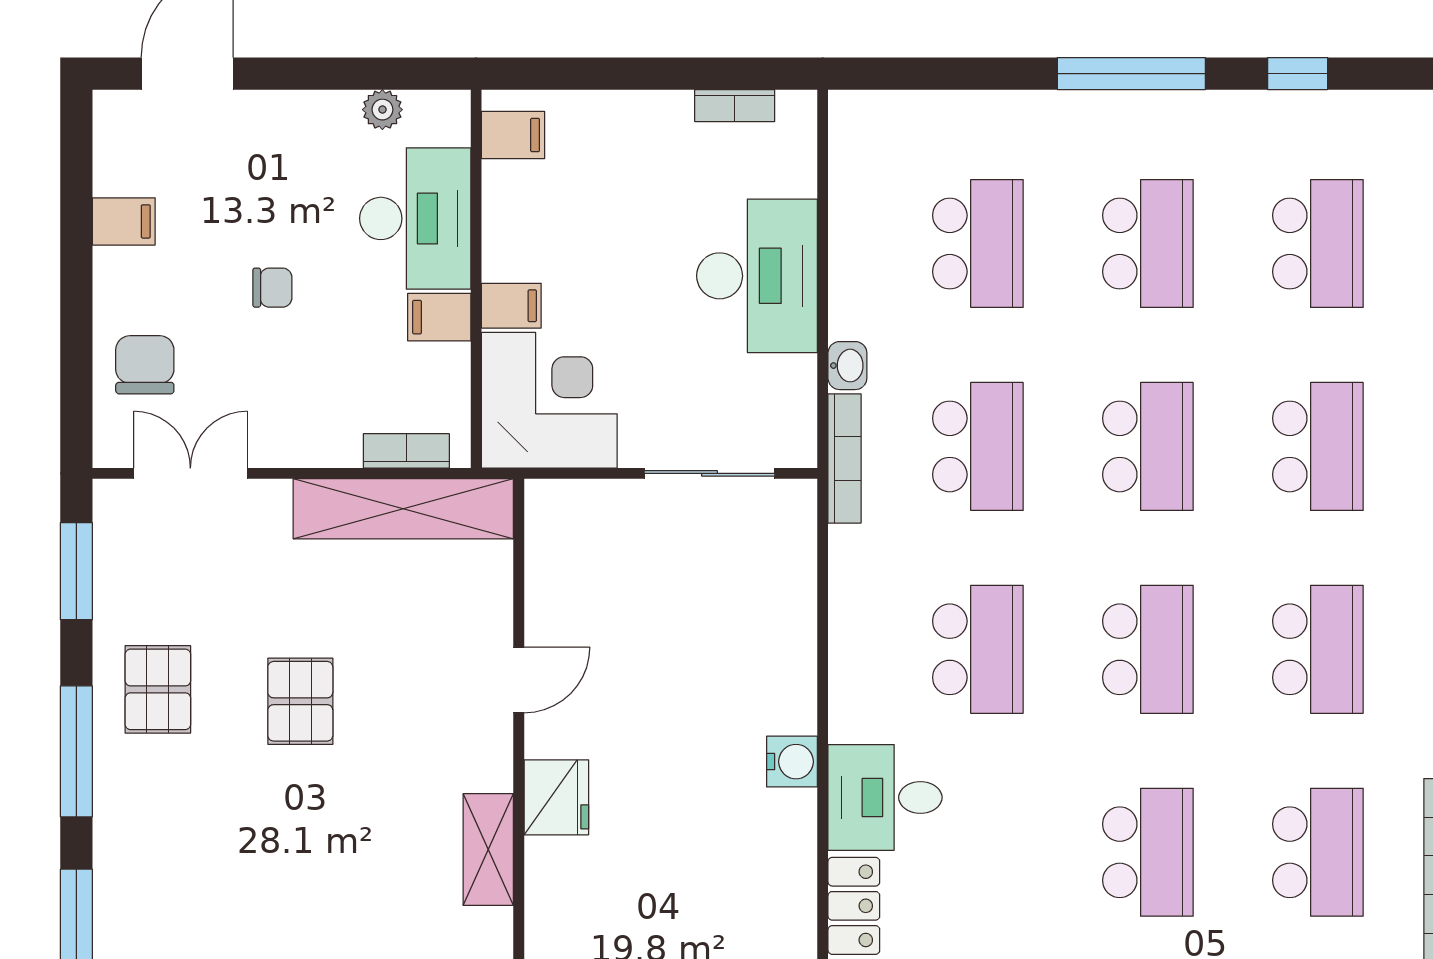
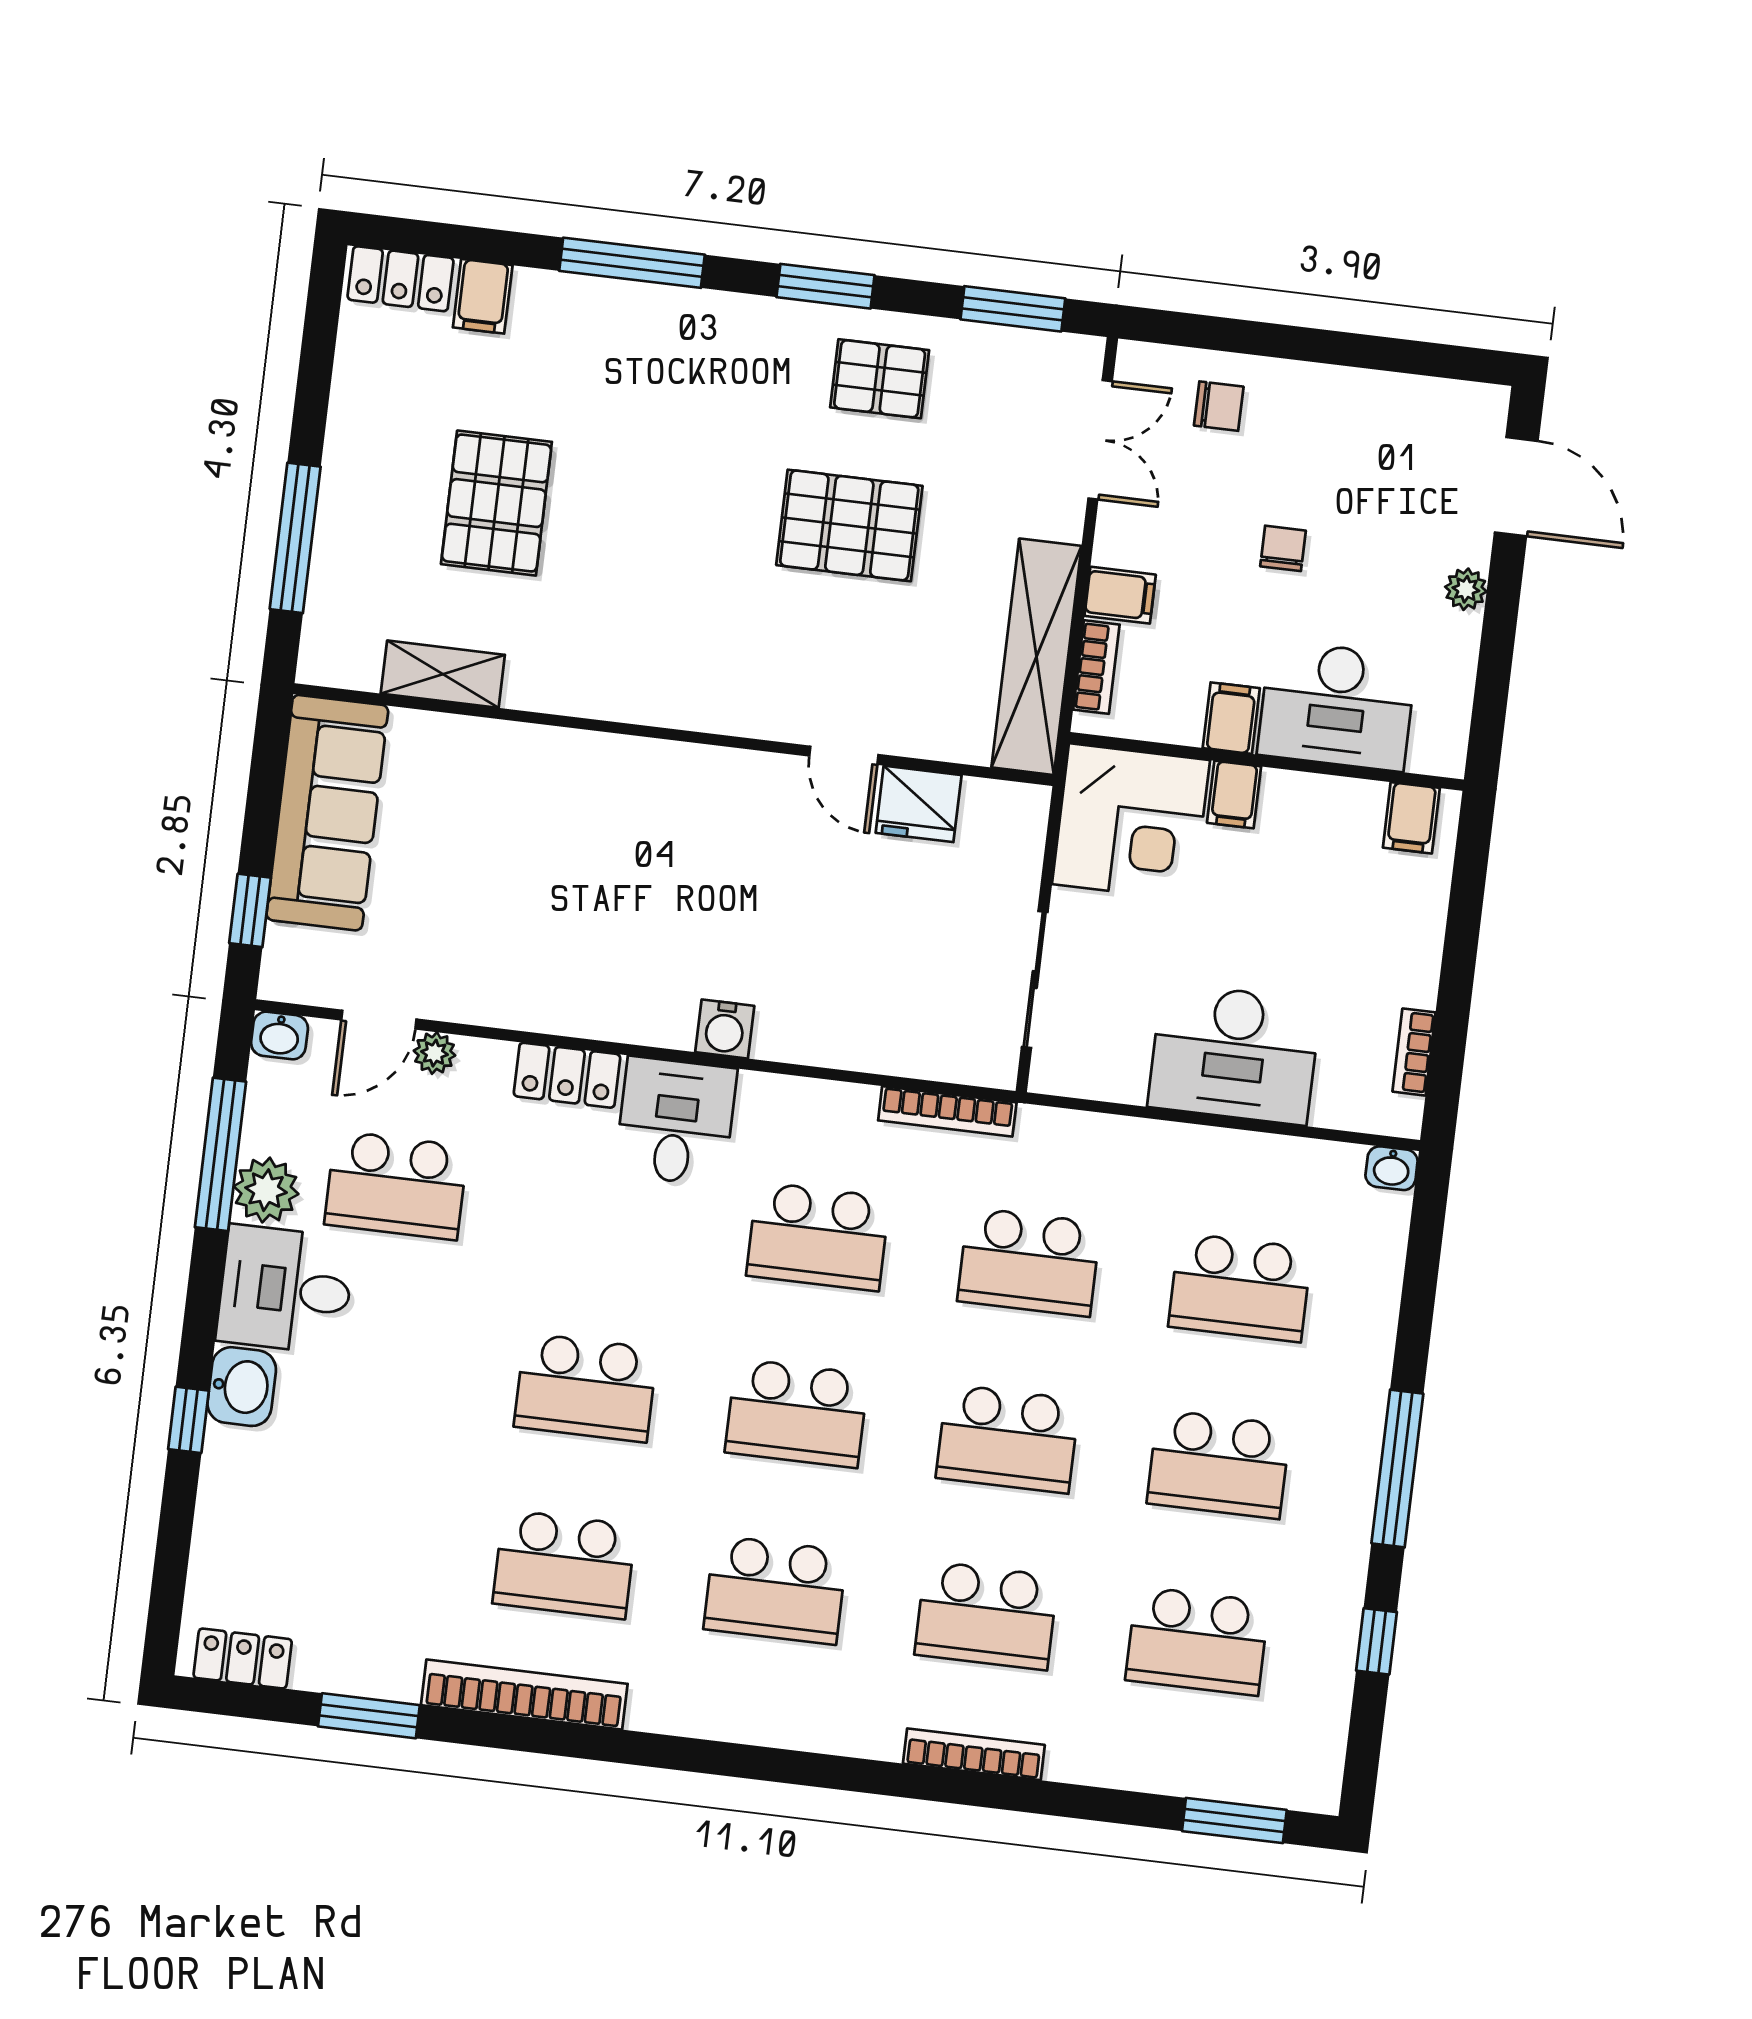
plant: (382, 110) -> (1466, 589), moved
filing cabinet: (124, 221) -> (1120, 595), moved, turned -90
chair: (272, 288) -> (1283, 548), turned 180
chair: (145, 365) -> (1219, 406), width x0.73, depth x0.73
washbasin: (847, 366) -> (1392, 1168), moved
bookcase: (845, 458) -> (947, 1111), moved
pallet: (300, 701) -> (849, 525), width x1.50, depth x1.42
window: (76, 751) -> (825, 286), width x0.69
fridge: (556, 797) -> (919, 804), moved
shelving: (488, 850) -> (671, 702), removed

